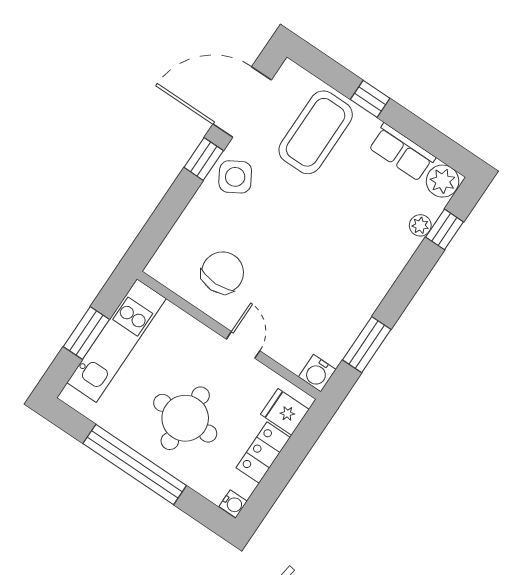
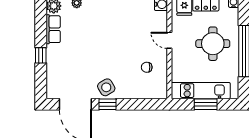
coffee table: (316, 132) -> (68, 68), removed
chair: (223, 273) -> (147, 67), width x0.54, depth x0.54
door: (243, 345) -> (169, 40), hinge flipped

